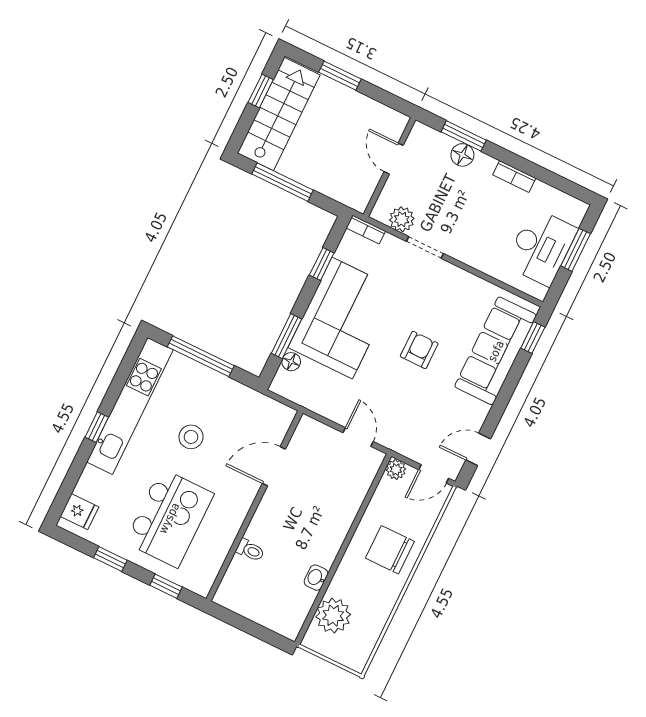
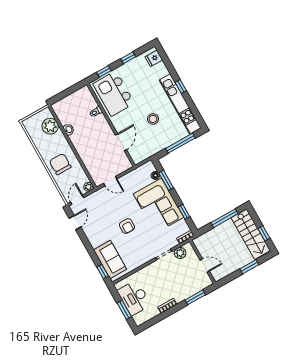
floor lamp: (462, 155) -> (188, 292), removed
sofa: (496, 351) -> (110, 260), width x0.73
kitchen island: (169, 518) -> (114, 94), moved
chair: (390, 550) -> (60, 164), turned -90

